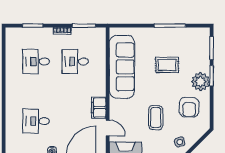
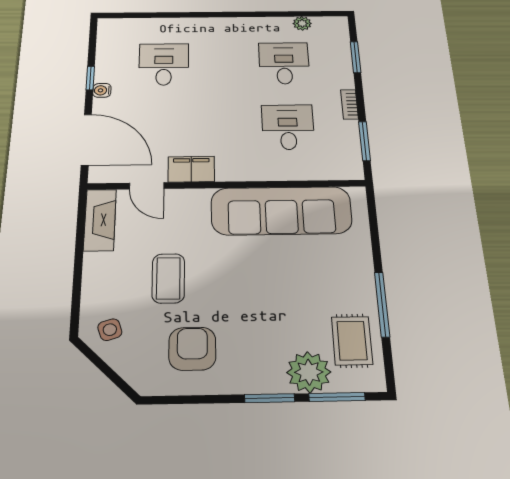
plant: (10, 51) -> (302, 23), added
rug: (167, 65) -> (352, 341), moved
plant: (201, 82) -> (309, 372), moved
armchair: (189, 107) -> (192, 349), turned 90
coffee table: (156, 118) -> (168, 278), turned 90
door: (108, 128) -> (147, 186), hinge flipped

